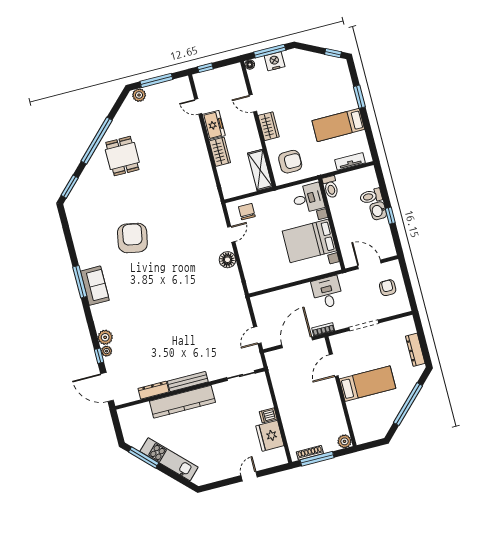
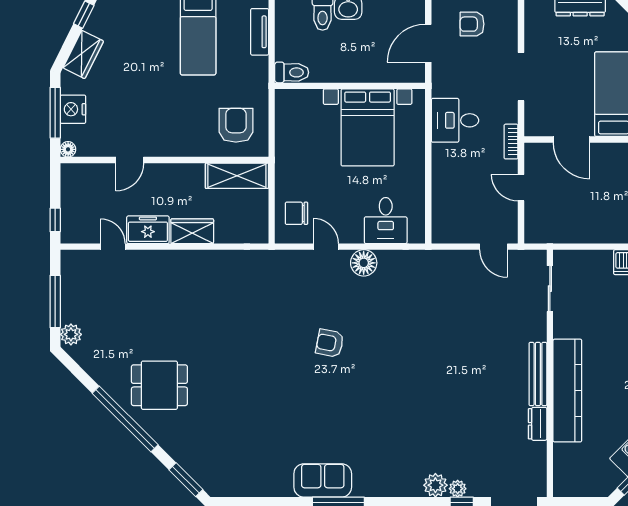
door: (198, 106) -> (113, 247), swing flipped
wardrobe: (269, 126) -> (83, 54), moved, turned 117
desk: (308, 198) -> (386, 221), moved, turned 180
armchair: (132, 238) -> (330, 343), moved, width x0.53, depth x0.53
sofa: (95, 286) -> (323, 480), moved
door: (297, 342) -> (521, 188), width x0.53
dresser: (154, 390) -> (538, 424), width x0.70

